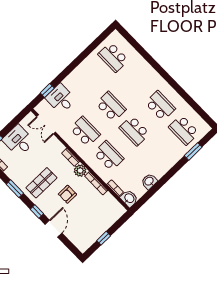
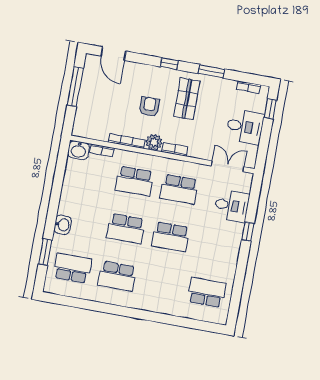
window: (47, 91) -> (248, 231), moved
school desk: (134, 131) -> (126, 229), turned 180
washbasin: (149, 181) -> (63, 225), moved
door: (54, 229) -> (113, 54), moved
window: (104, 238) -> (75, 87), width x2.17

